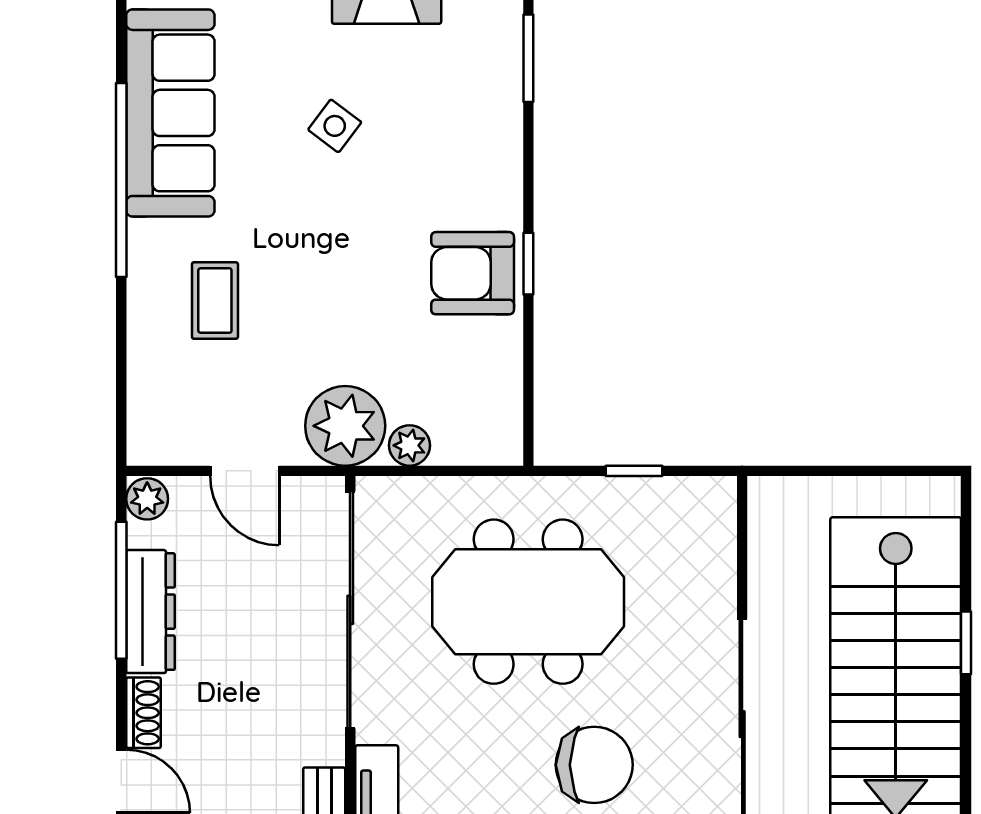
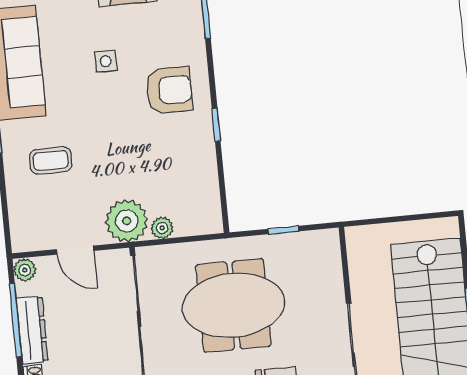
side table: (335, 126) -> (106, 61), turned -37
armchair: (473, 273) -> (169, 90), moved, turned 180
coffee table: (215, 301) -> (51, 161), turned 90

